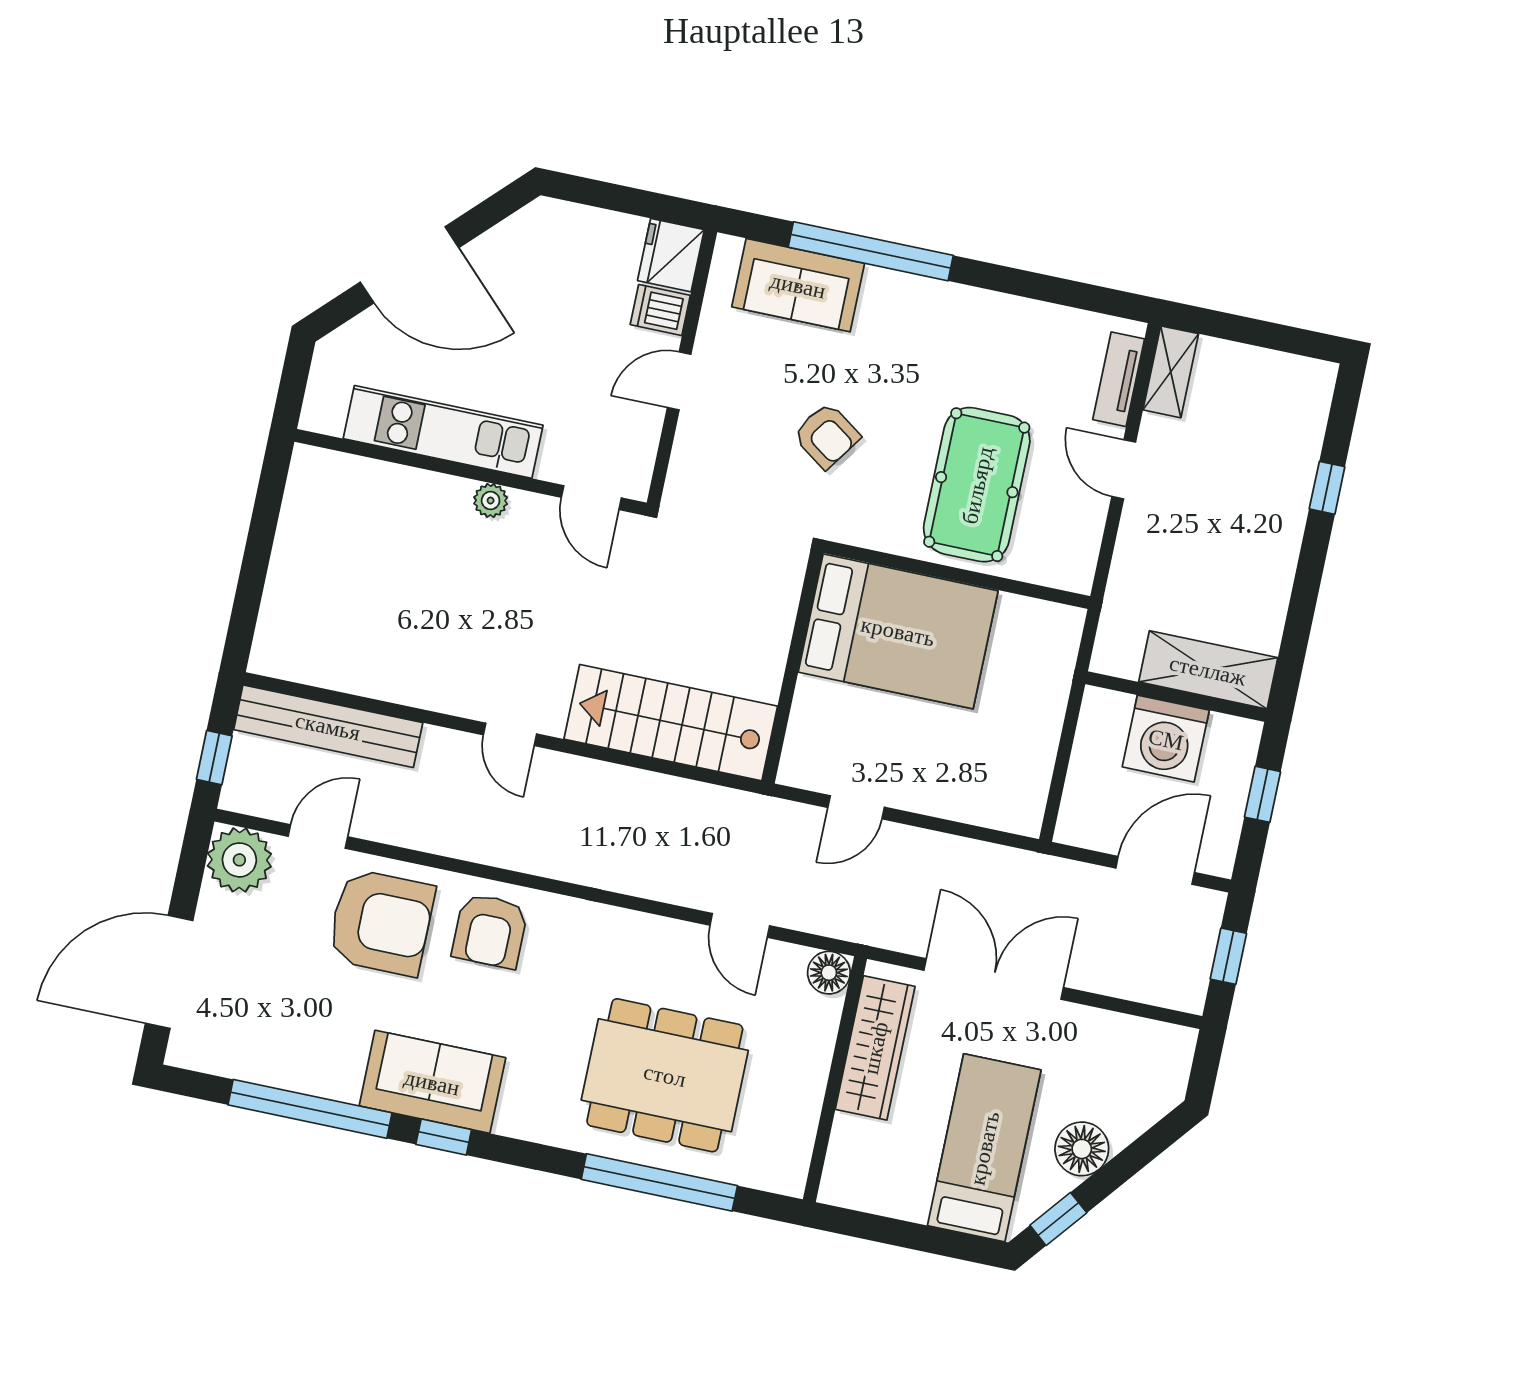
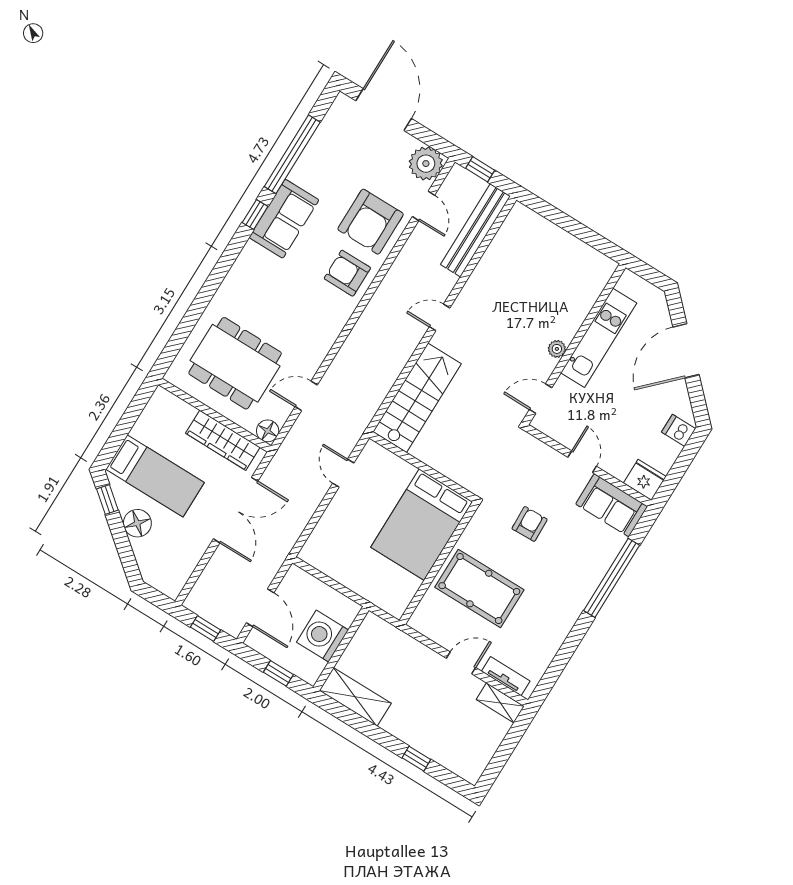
sofa: (798, 285) -> (612, 505), moved, turned -90
dishwasher: (660, 310) -> (679, 430), moved, turned -90
armchair: (826, 436) -> (530, 524), turned 143
shelving: (1208, 670) -> (355, 697), moved, turned 90
dining table: (665, 1075) -> (235, 363), moved, turned 90
window: (659, 1182) -> (195, 312), removed

